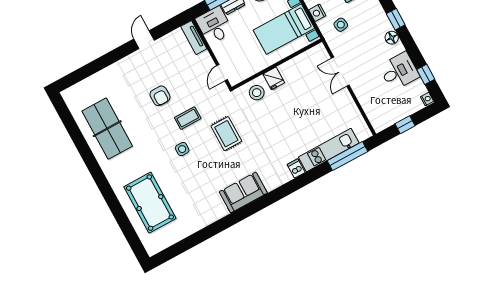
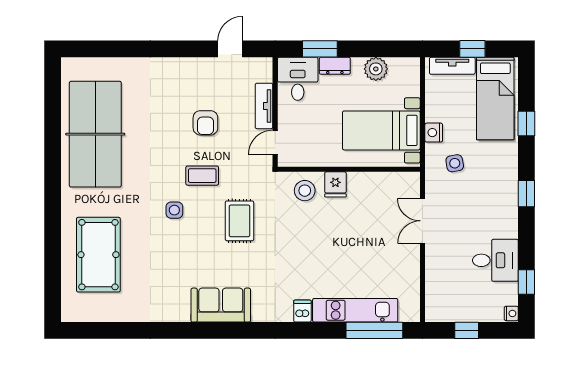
tv unit: (194, 38) -> (264, 106), moved
floor lamp: (392, 38) -> (509, 214), removed
door: (144, 40) -> (230, 49), moved
armchair: (160, 96) -> (205, 123), moved
table tennis table: (107, 129) -> (95, 134), width x1.36, depth x1.32

